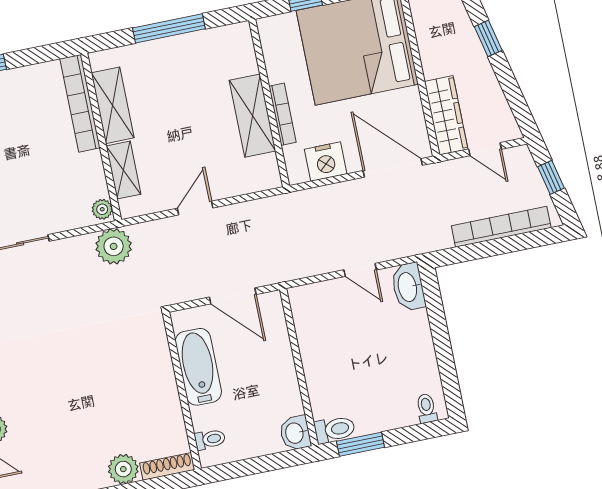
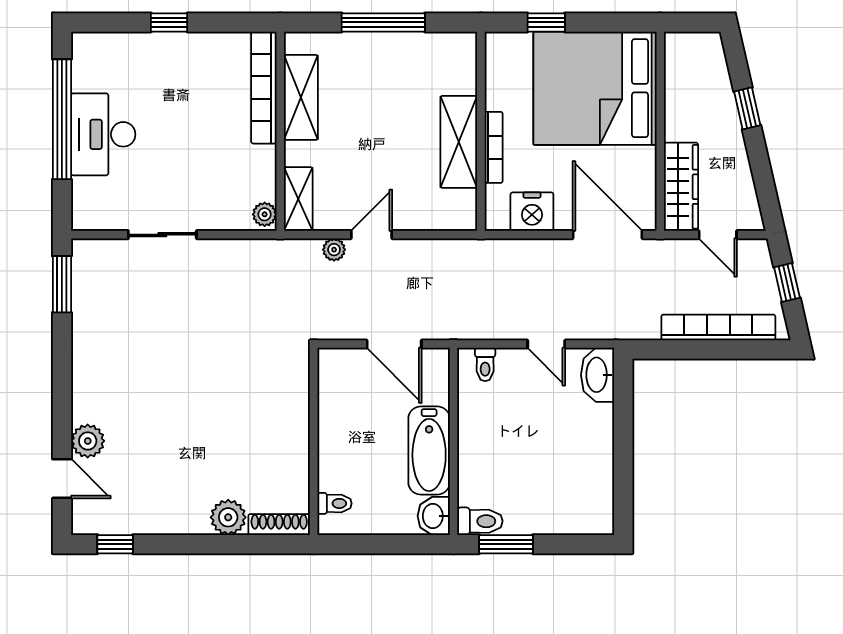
shelving: (124, 170) -> (298, 199), moved
plant: (114, 246) -> (334, 250), moved, width x0.53, depth x0.53
bathtub: (198, 367) -> (429, 450), moved, turned 180
toilet: (427, 408) -> (485, 364), moved, turned 180

